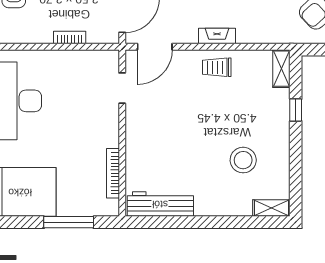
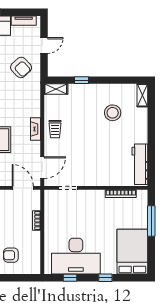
door: (155, 47) -> (42, 168), hinge flipped

